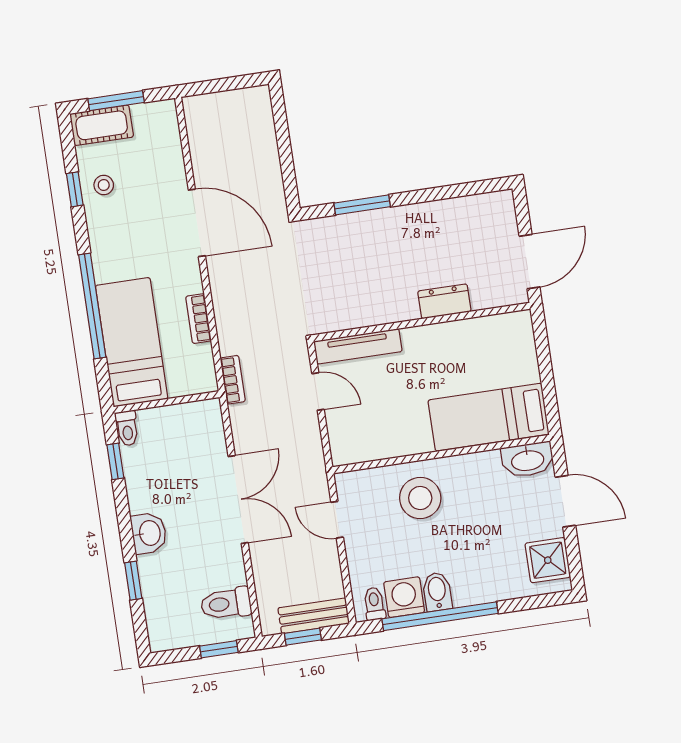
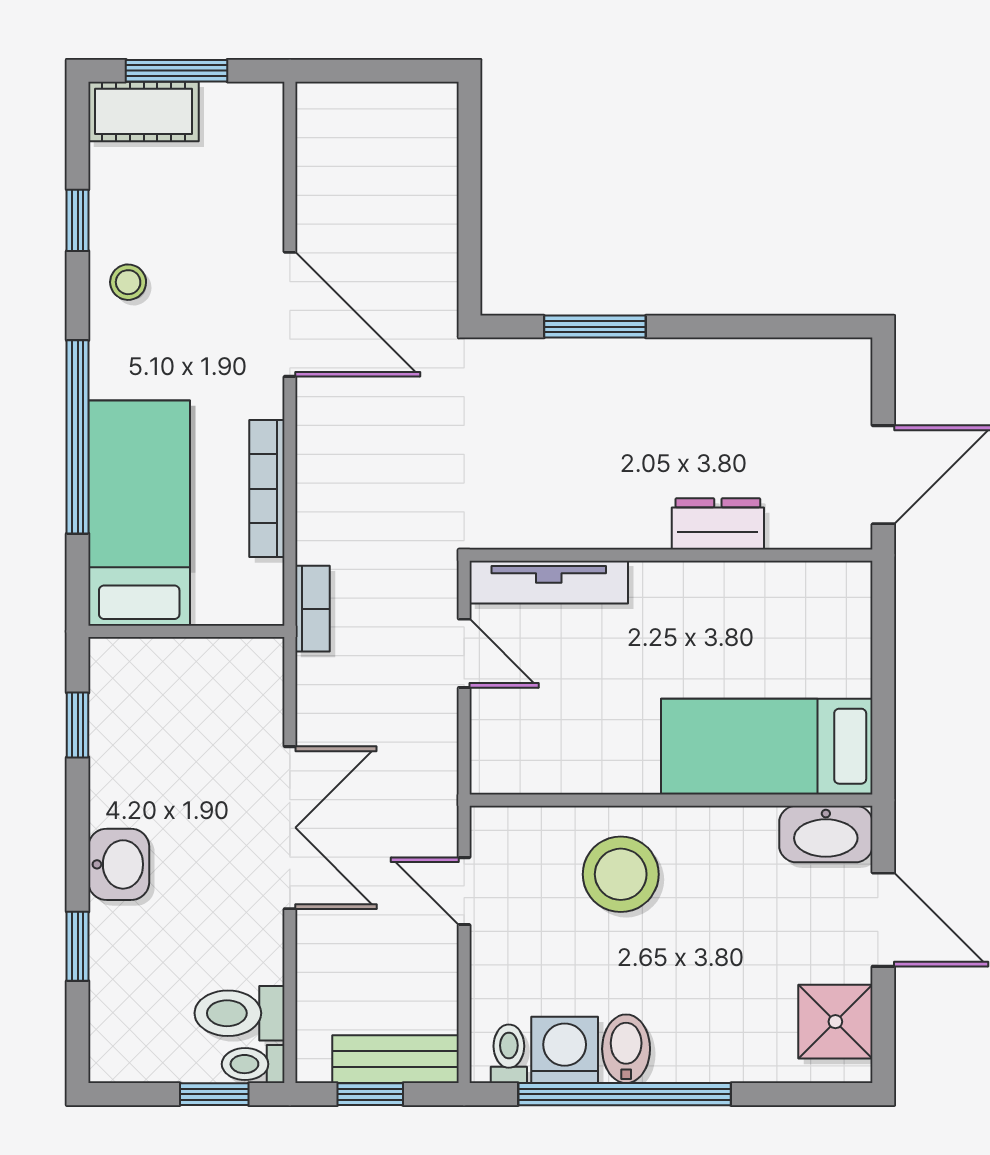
stool: (104, 185) -> (128, 282), moved
bookcase: (198, 319) -> (267, 489), width x1.56
toilet: (127, 428) -> (253, 1064), moved, turned 90

